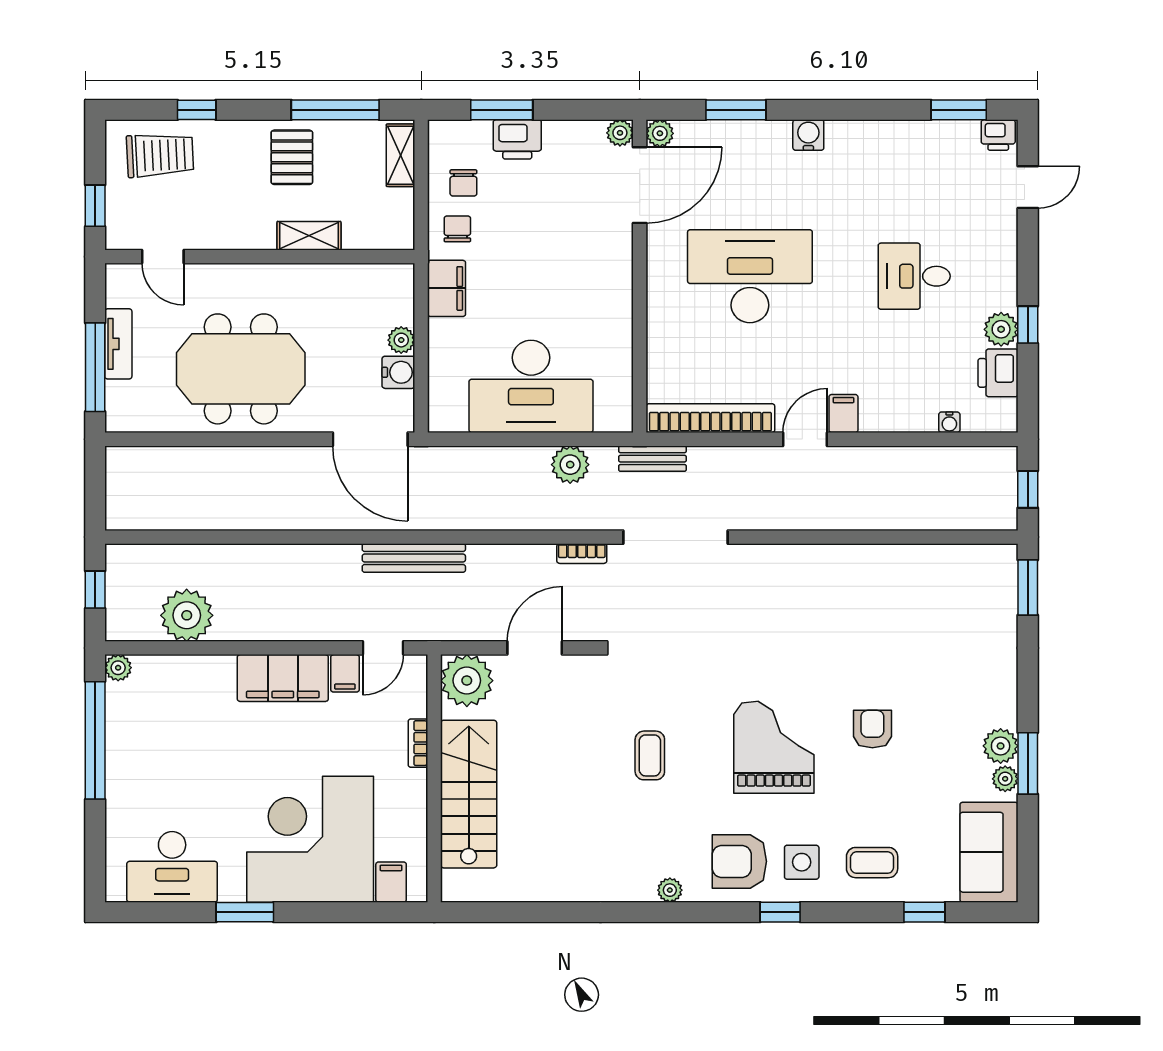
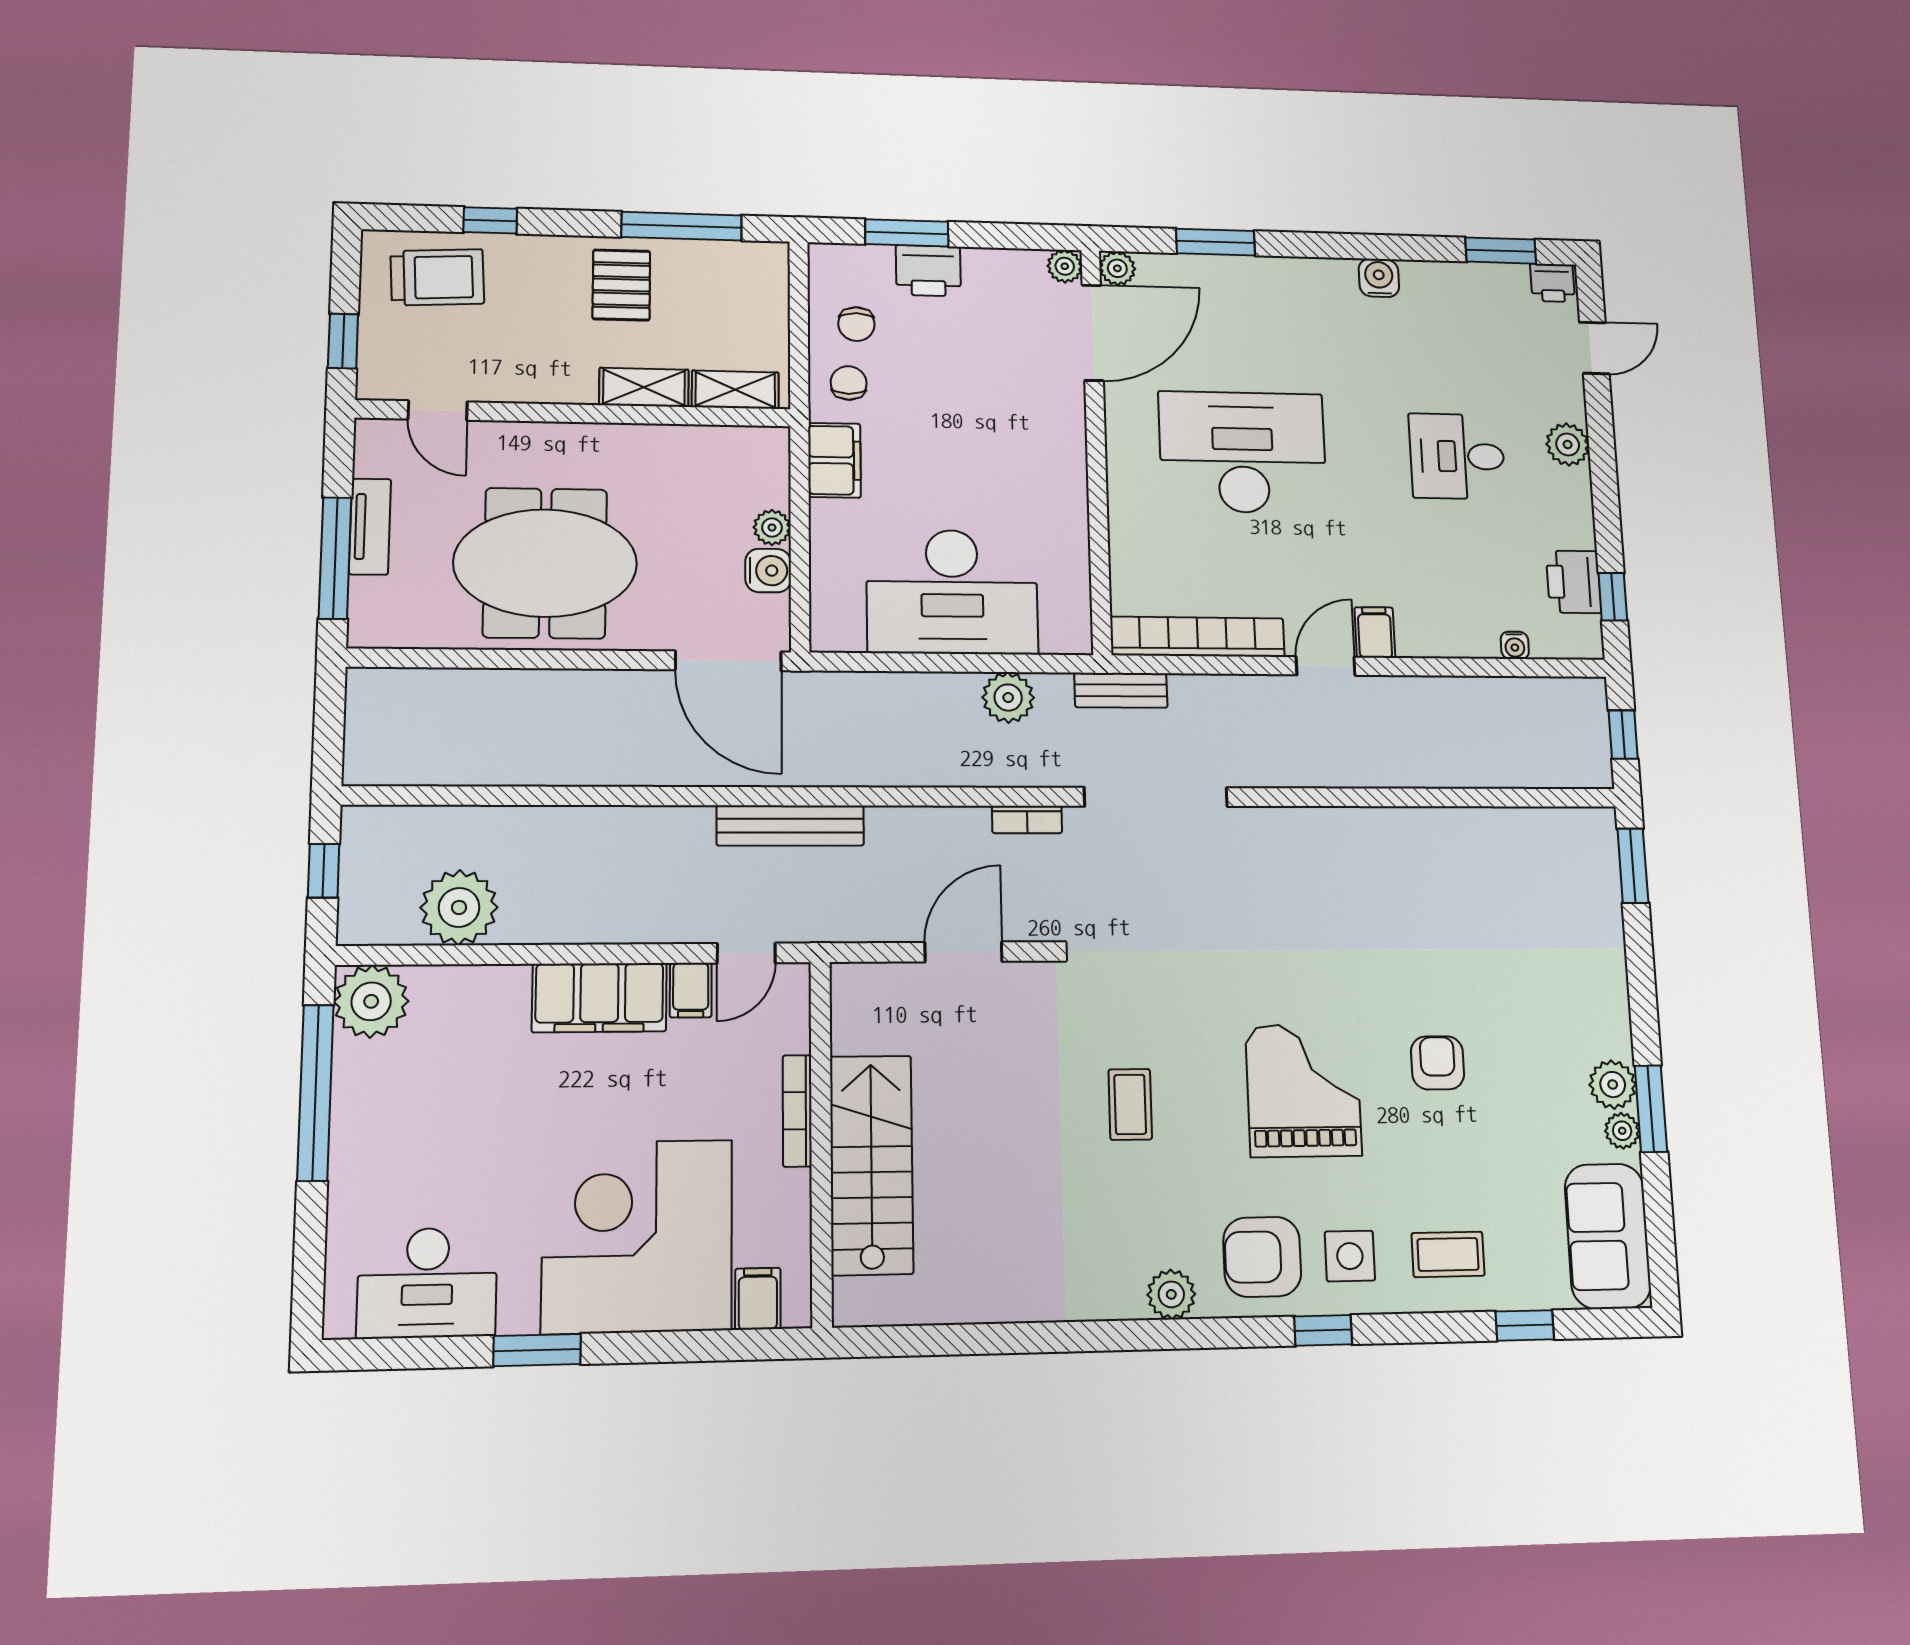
water cooler: (808, 135) -> (1379, 278), moved
shelving: (401, 155) -> (735, 390), moved, turned 90
window: (1028, 325) -> (1613, 597), moved
plant: (1001, 329) -> (1568, 444), moved
plant: (118, 668) -> (371, 1001), width x1.88, depth x1.88
plant: (467, 681) -> (867, 999), removed
bookcase: (418, 743) -> (797, 1111), width x1.56
plant: (670, 890) -> (1171, 1294), width x1.38, depth x1.38

